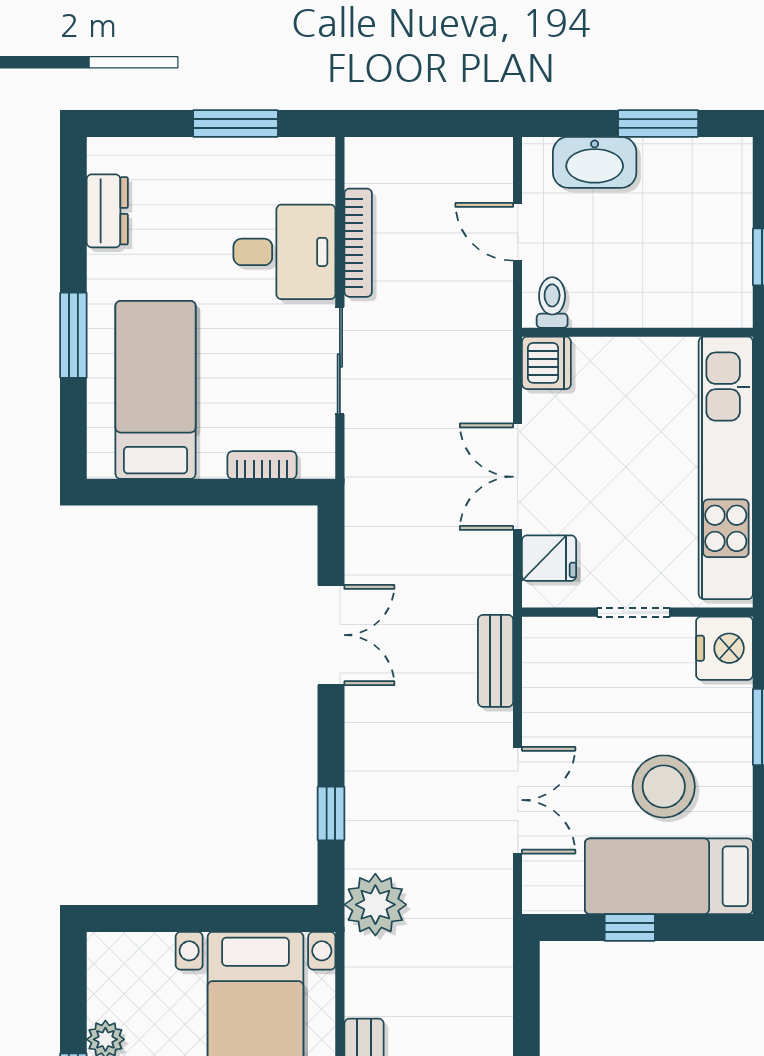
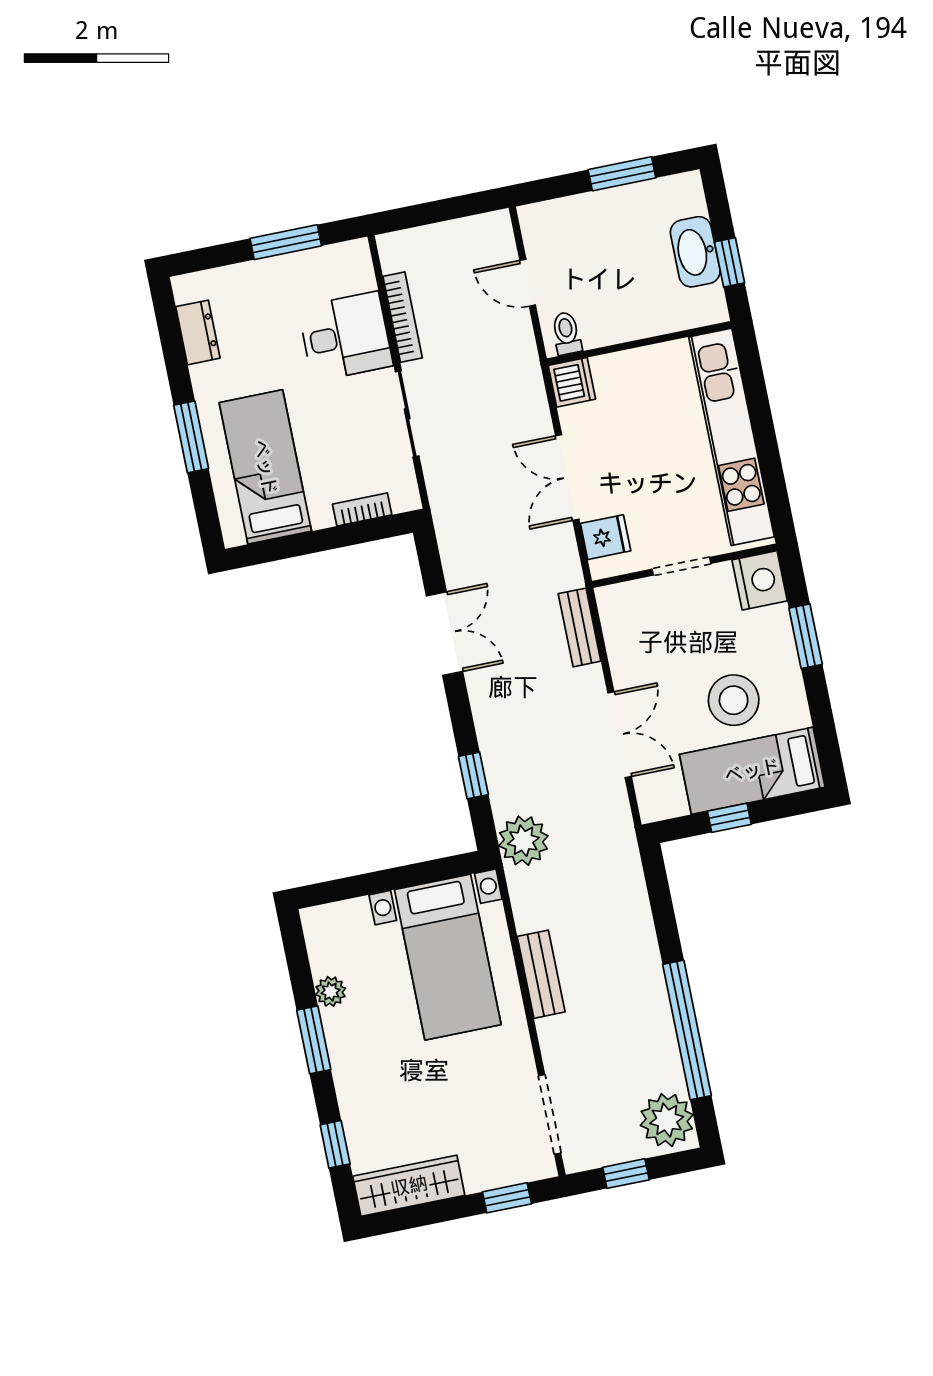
washbasin: (595, 162) -> (695, 252), moved, turned 90

